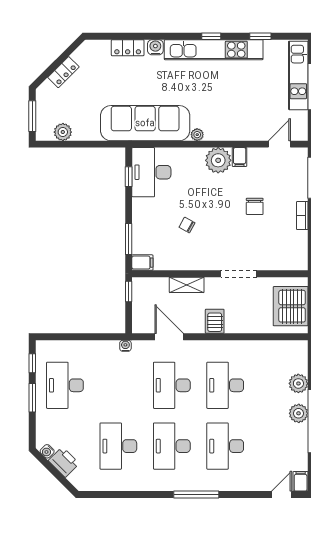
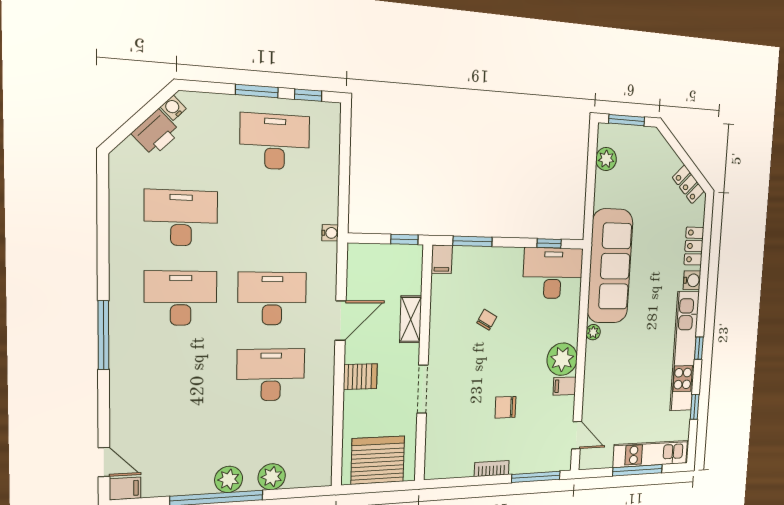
locker: (63, 72) -> (688, 184), moved
server rack: (215, 321) -> (360, 377), moved
door: (169, 337) -> (341, 321), moved
desk: (225, 446) -> (180, 377), removed

